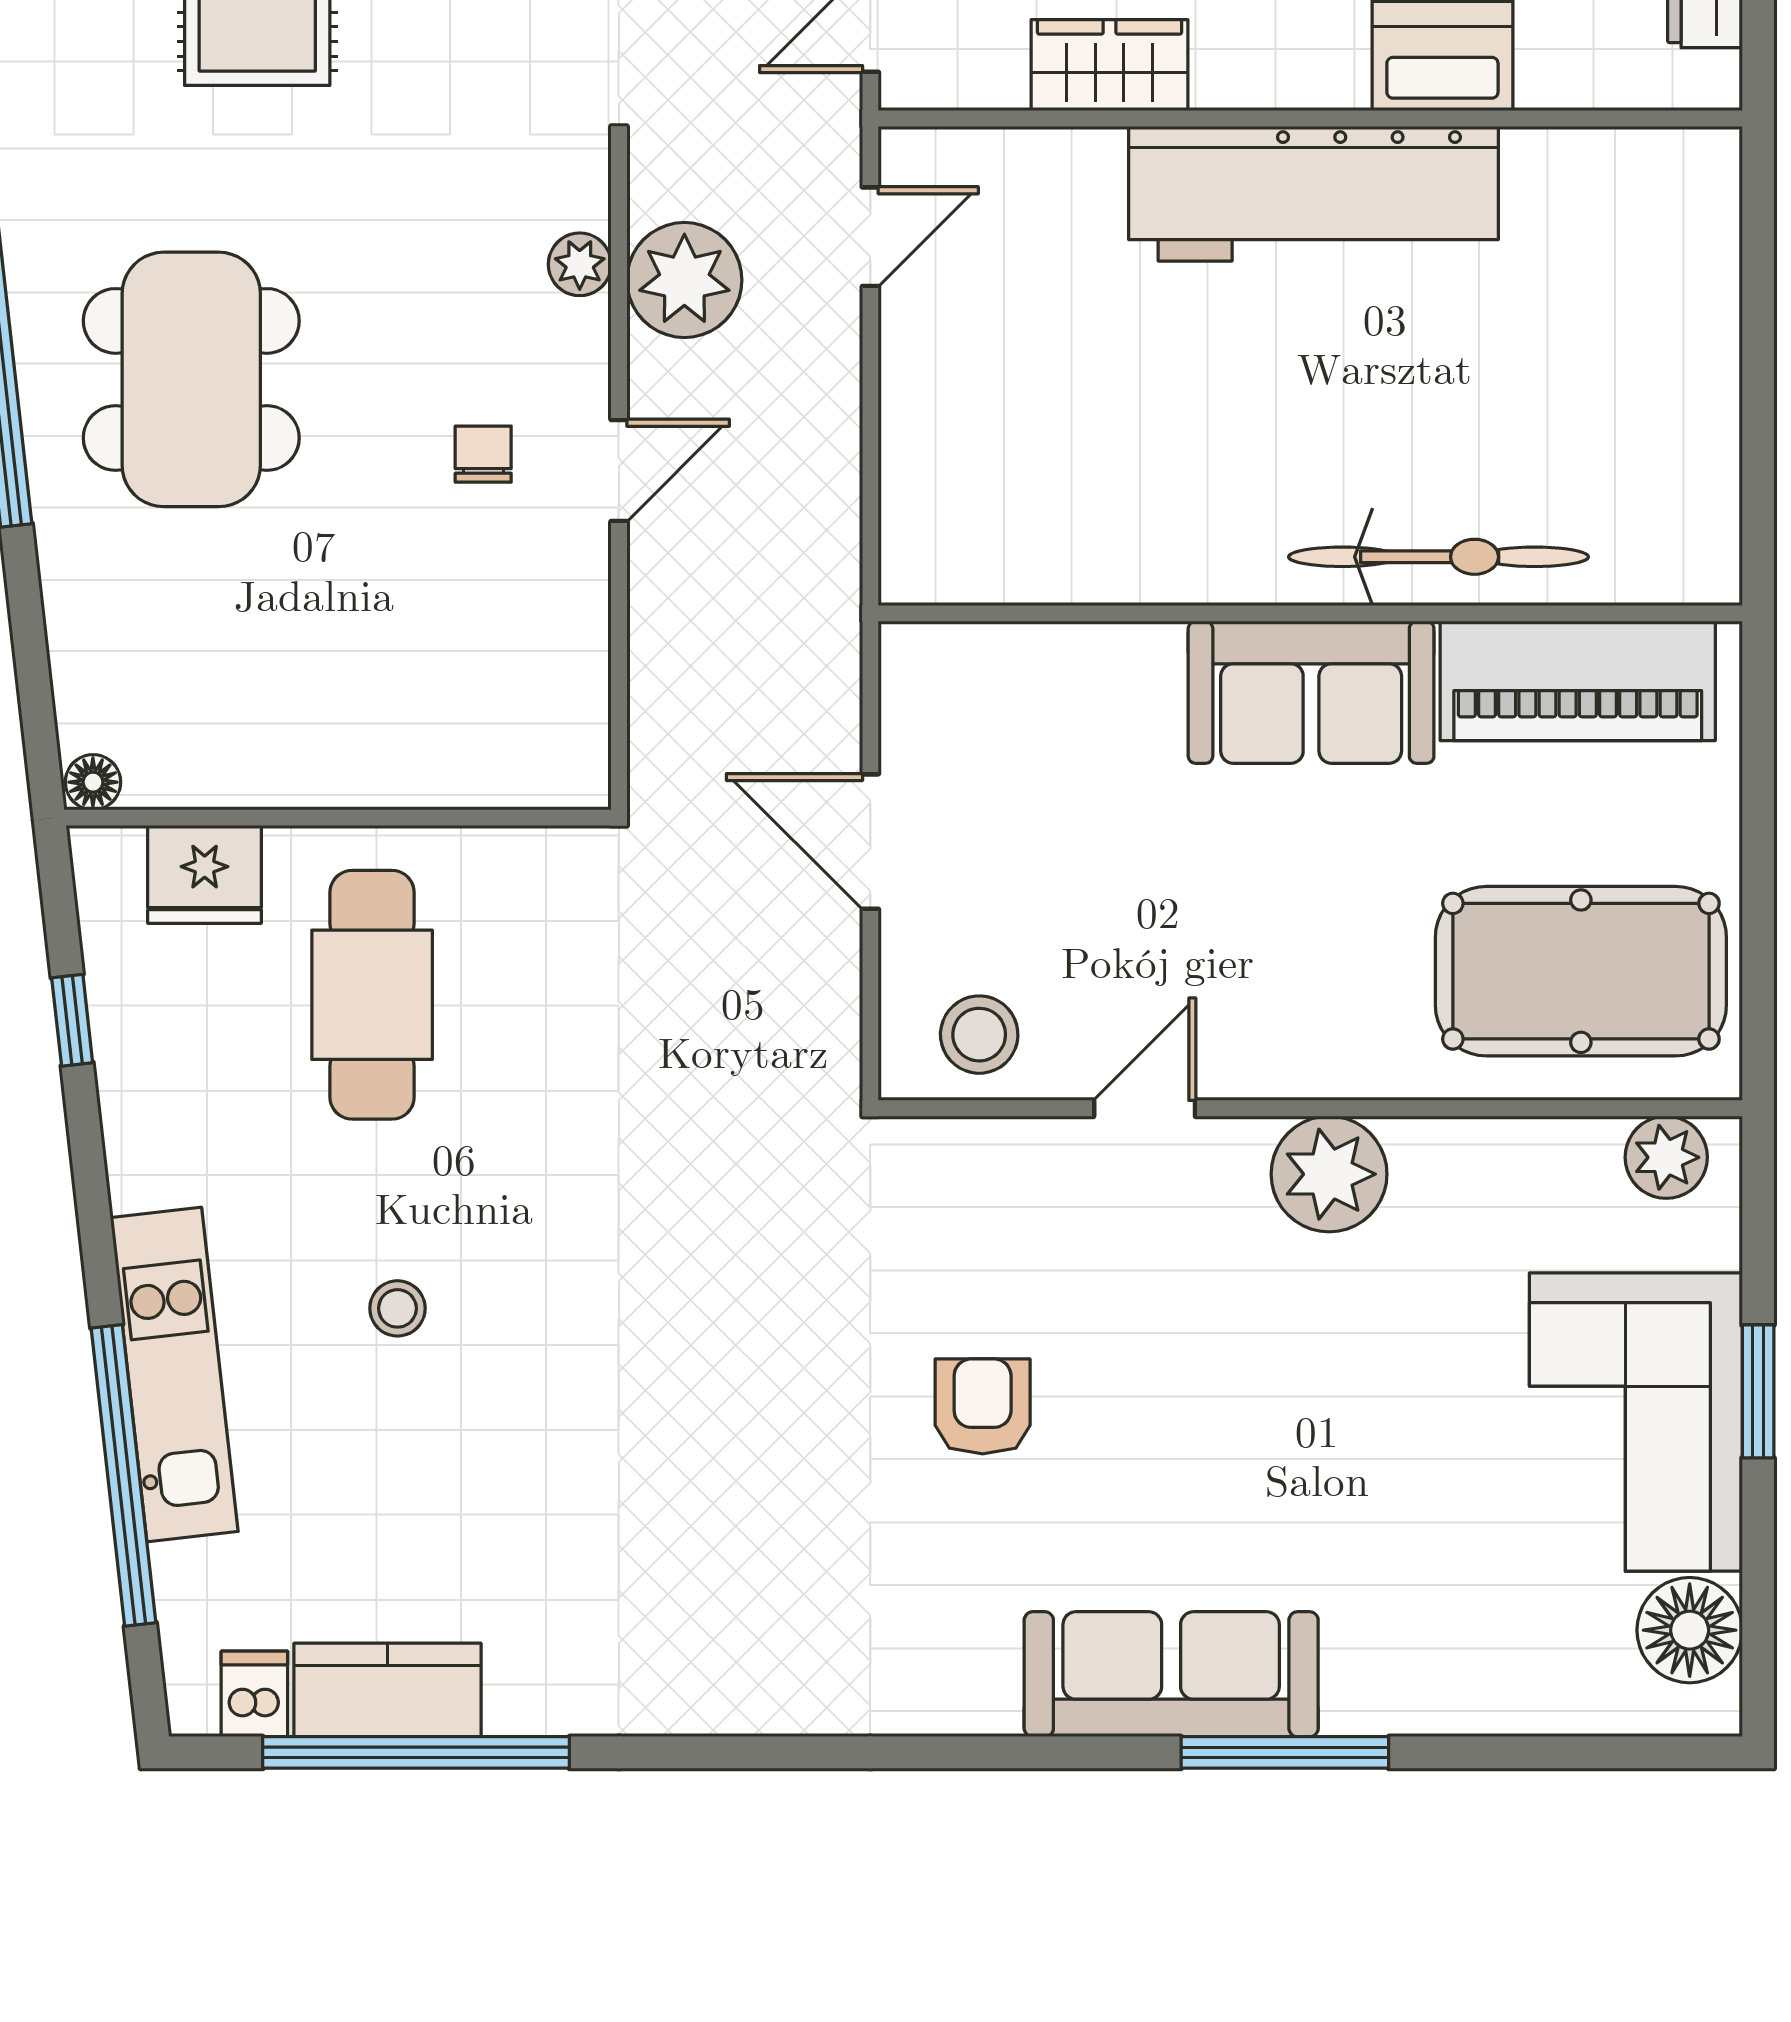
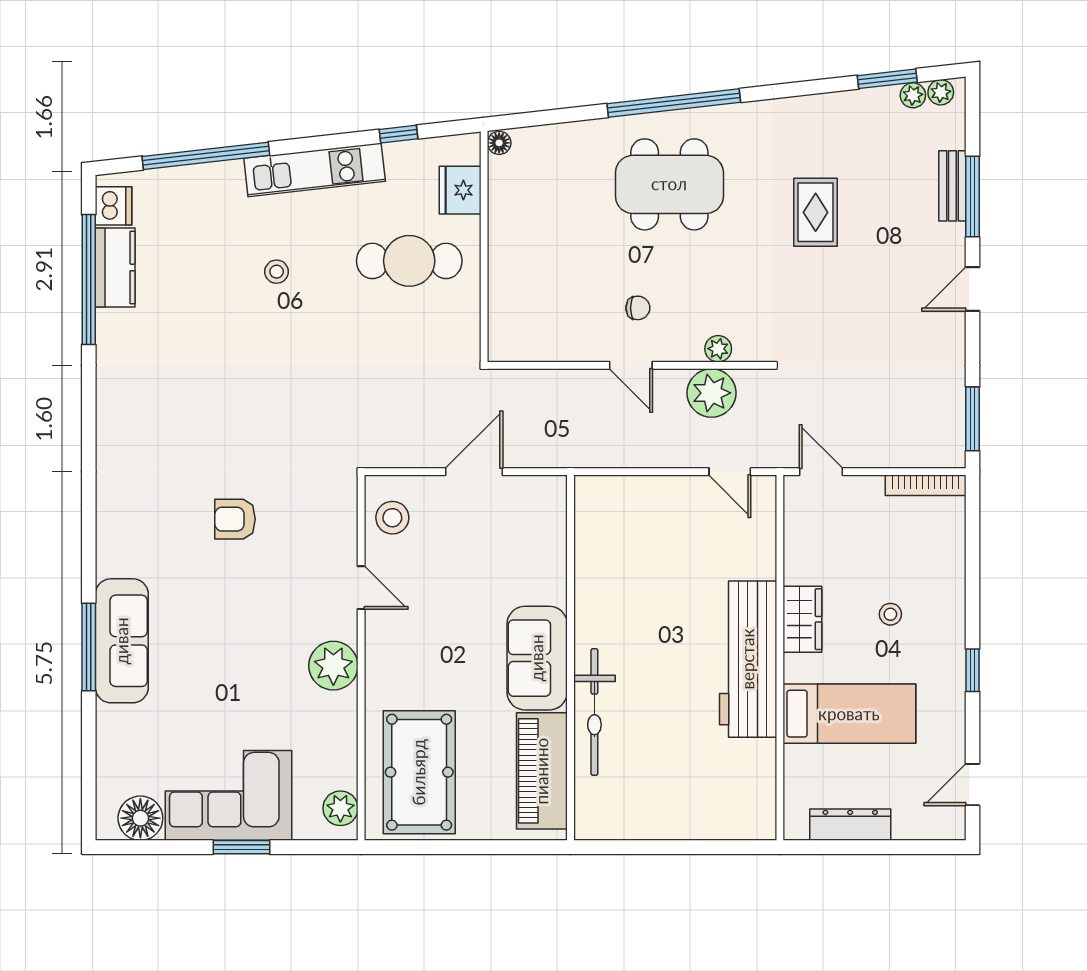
wardrobe: (1110, 65) -> (802, 619), moved
kitchen unit: (174, 1374) -> (315, 170), moved
armchair: (983, 1406) -> (235, 519), turned 180
sofa: (1171, 1674) -> (122, 641), moved
dishwasher: (254, 1694) -> (113, 206), width x1.38

